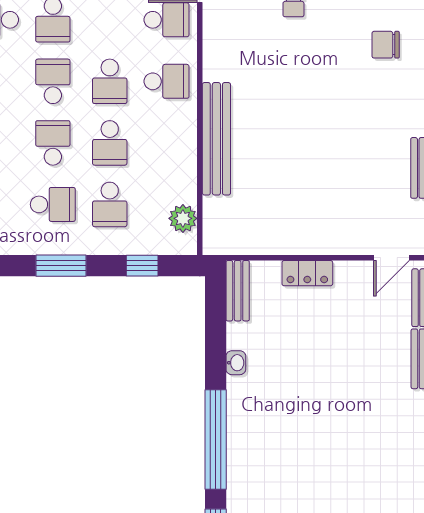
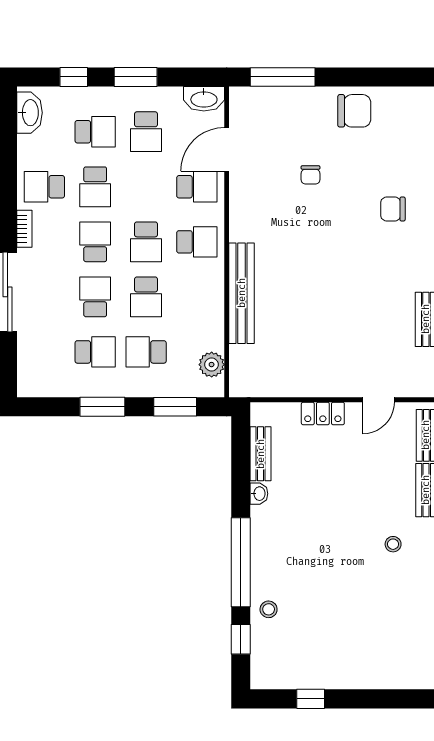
school desk: (110, 204) -> (146, 352), turned 90
door: (392, 258) -> (378, 400), moved
window: (142, 266) -> (175, 407), width x1.50
bench: (238, 291) -> (261, 454), moved
stool: (386, 419) -> (393, 544), added
stool: (247, 492) -> (269, 609), added

